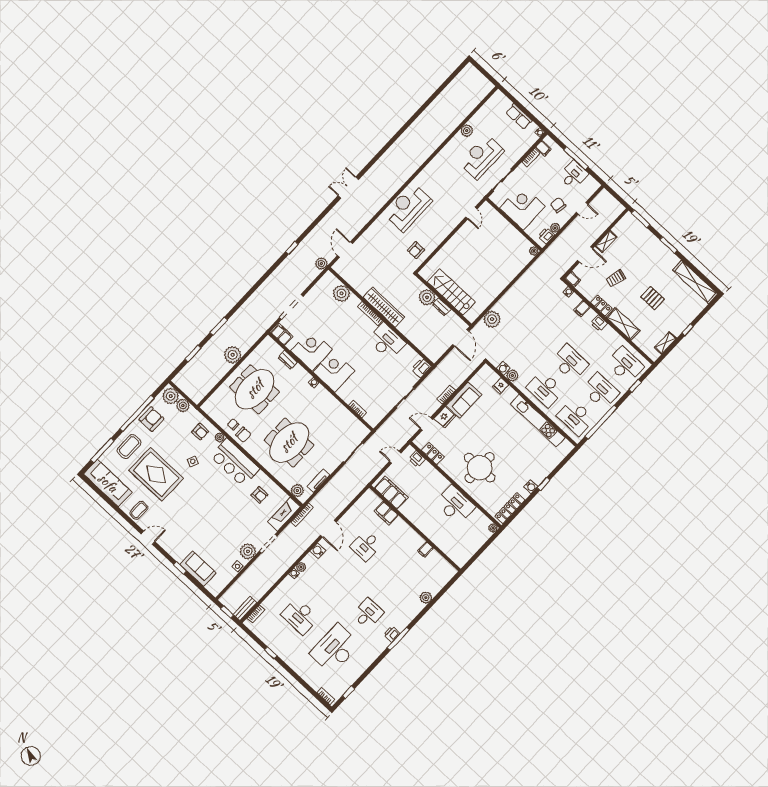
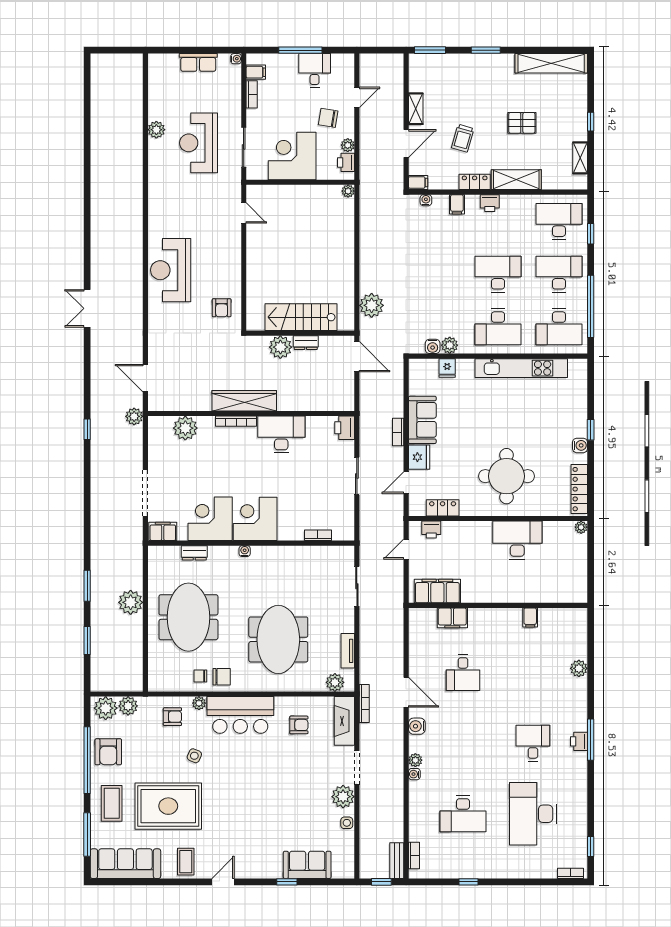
armchair: (152, 419) -> (108, 752), turned 180

